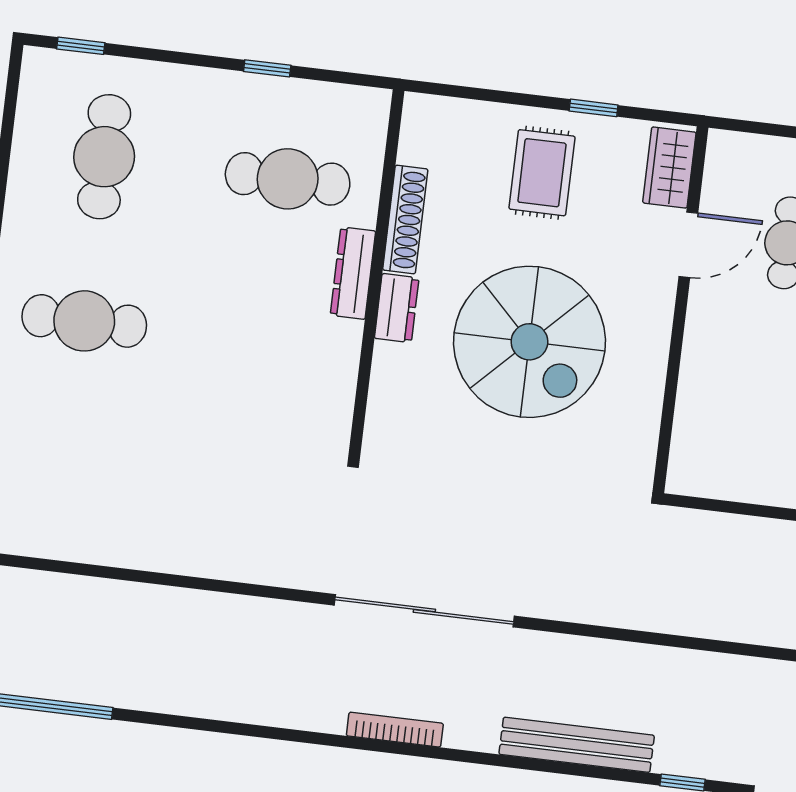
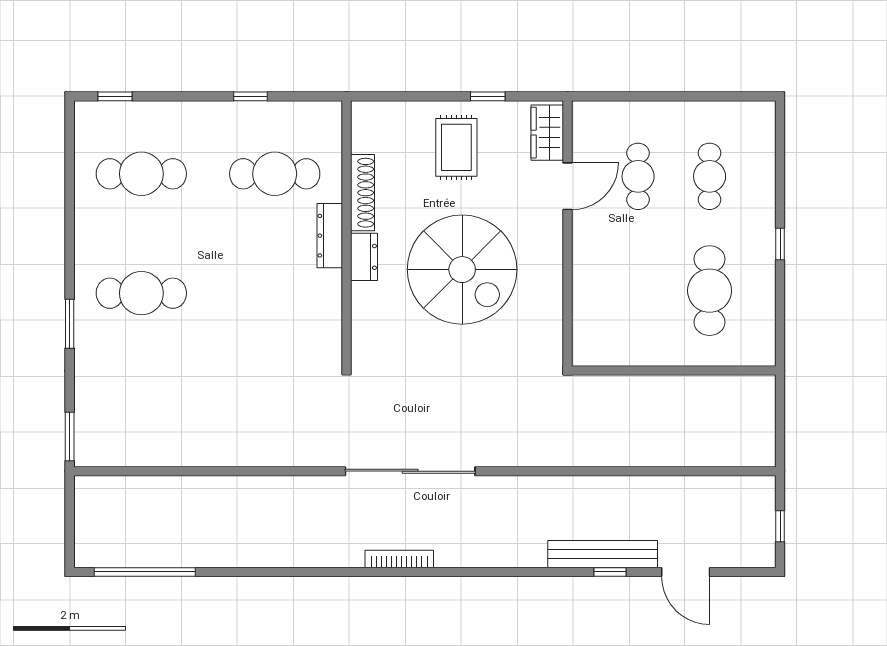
cafe table: (104, 157) -> (141, 174), turned 90
bench: (577, 745) -> (603, 554), moved

